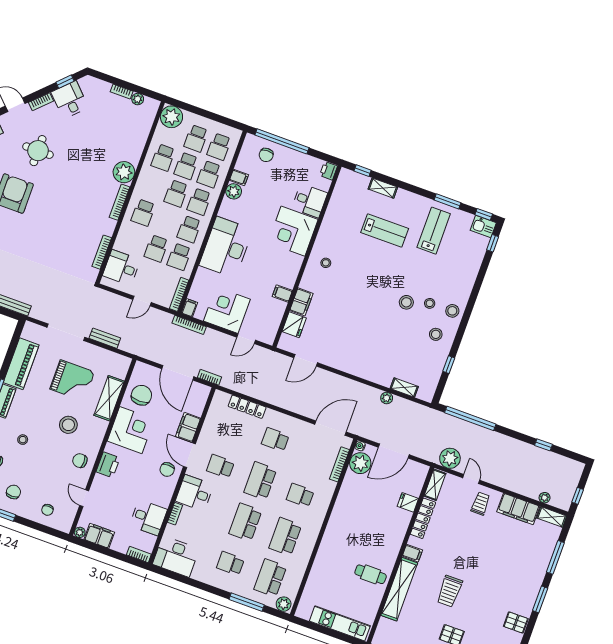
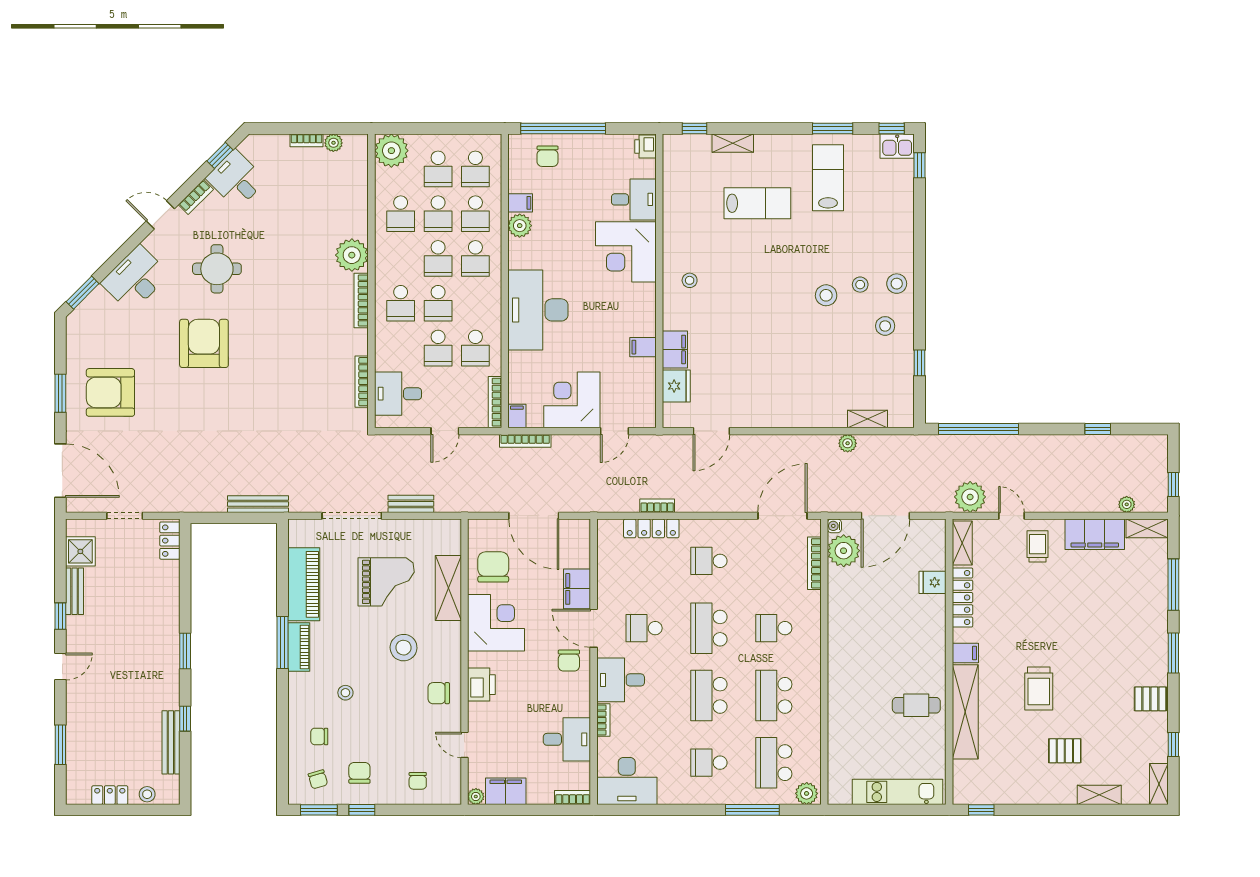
school desk: (189, 229) -> (438, 303), moved
bookcase: (209, 377) -> (657, 506), moved

